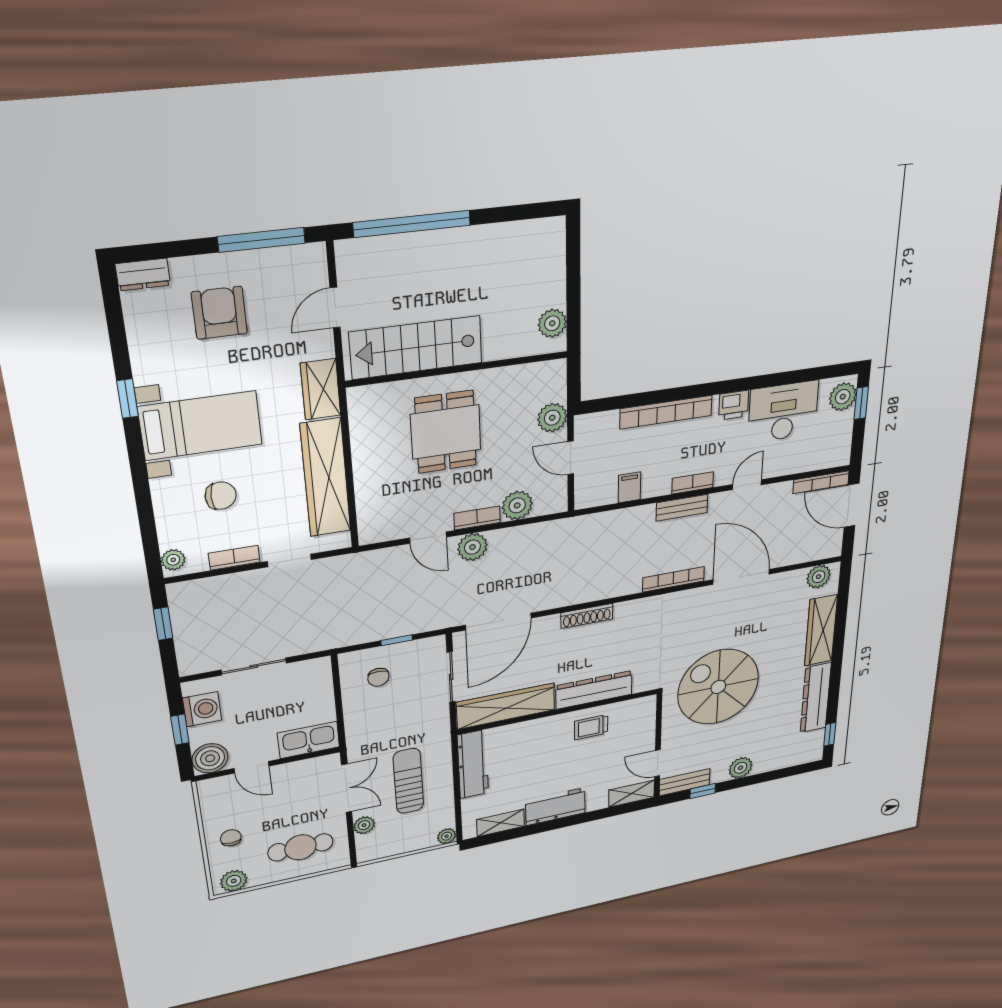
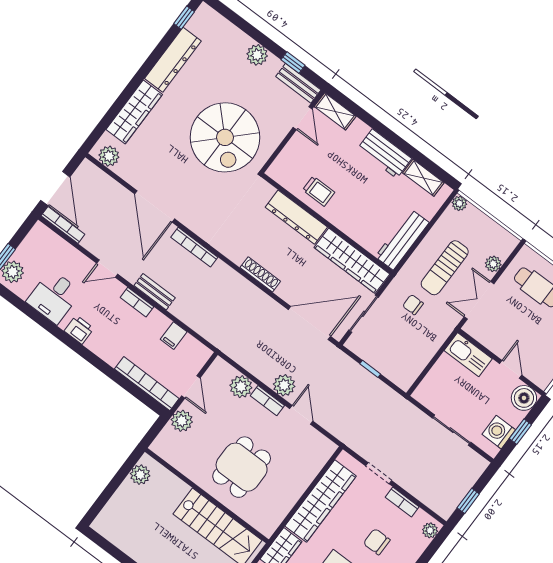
bookcase: (666, 412) -> (147, 384), moved
desk: (783, 412) -> (54, 297), width x0.73
chair: (378, 677) -> (413, 305), moved, turned -90

